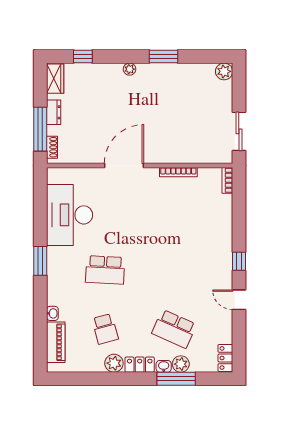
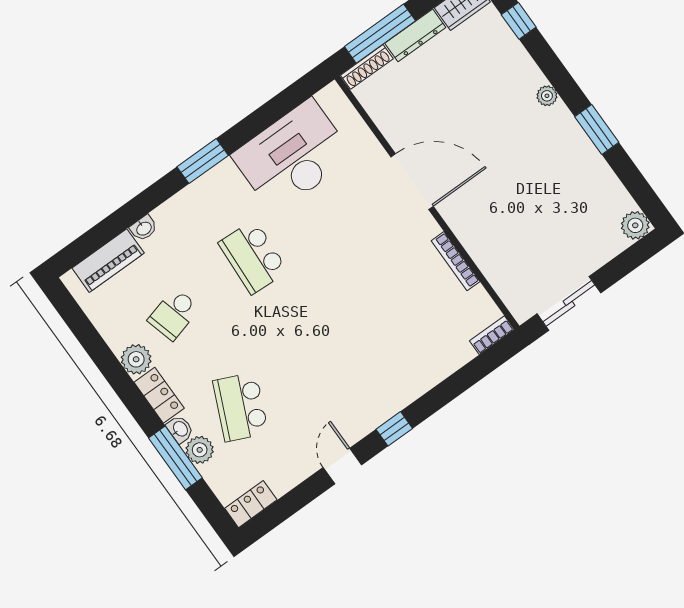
dresser: (54, 112) -> (415, 35), width x1.44
shoe rack: (52, 147) -> (367, 67), width x1.43

